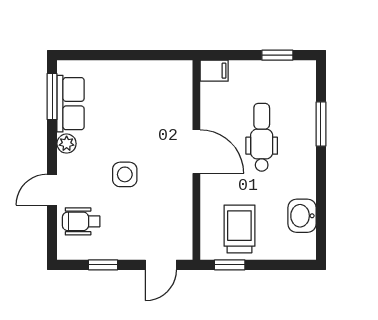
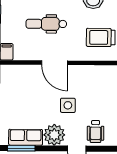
plant: (67, 144) -> (54, 135), width x1.88, depth x1.88
door: (196, 152) -> (55, 63), swing flipped

